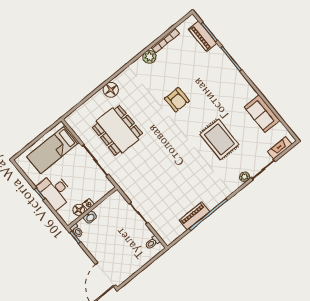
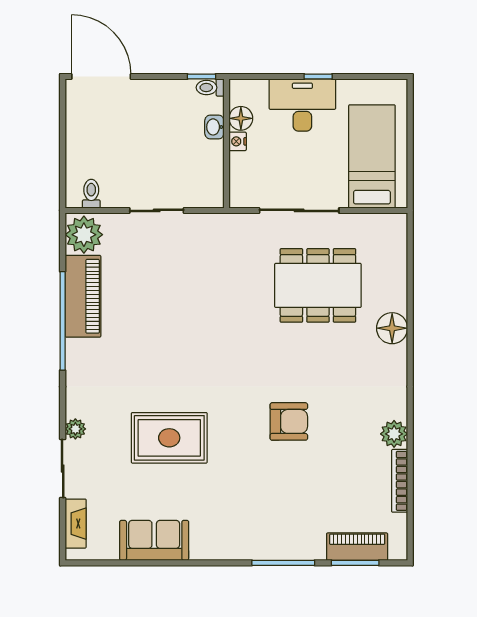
armchair: (177, 100) -> (289, 421), turned 180
piano: (194, 216) -> (83, 296), width x1.37, depth x1.33
plant: (170, 233) -> (84, 235), added

